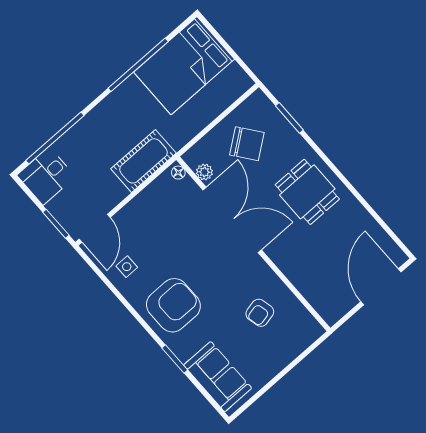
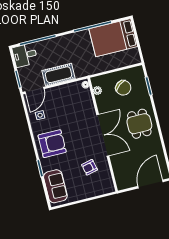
cot: (144, 161) -> (59, 75), moved
double door: (232, 220) -> (103, 135), moved

